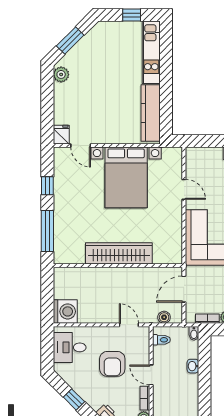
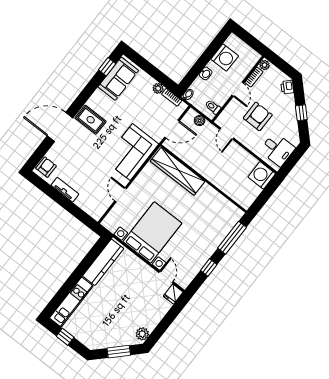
wardrobe: (119, 253) -> (178, 171), moved
washing machine: (187, 395) -> (225, 58), added

